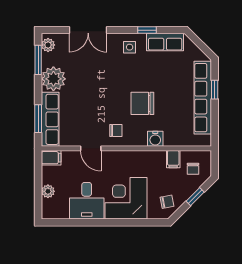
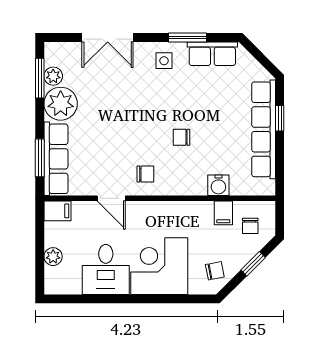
window: (147, 30) -> (188, 37), width x1.50
plant: (48, 45) -> (53, 76), moved
chair: (142, 103) -> (182, 137), width x0.54, depth x0.54
water cooler: (155, 139) -> (218, 185), moved

